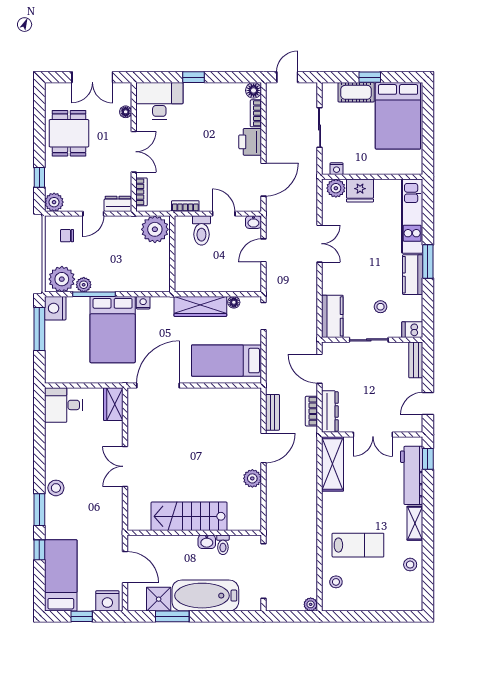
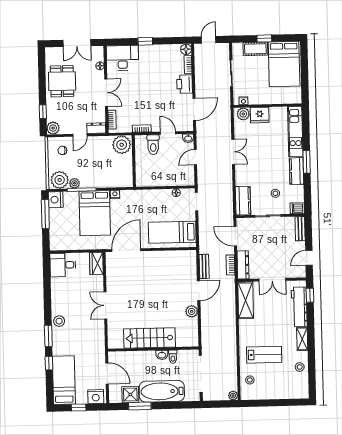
wardrobe: (200, 306) -> (154, 196), removed

